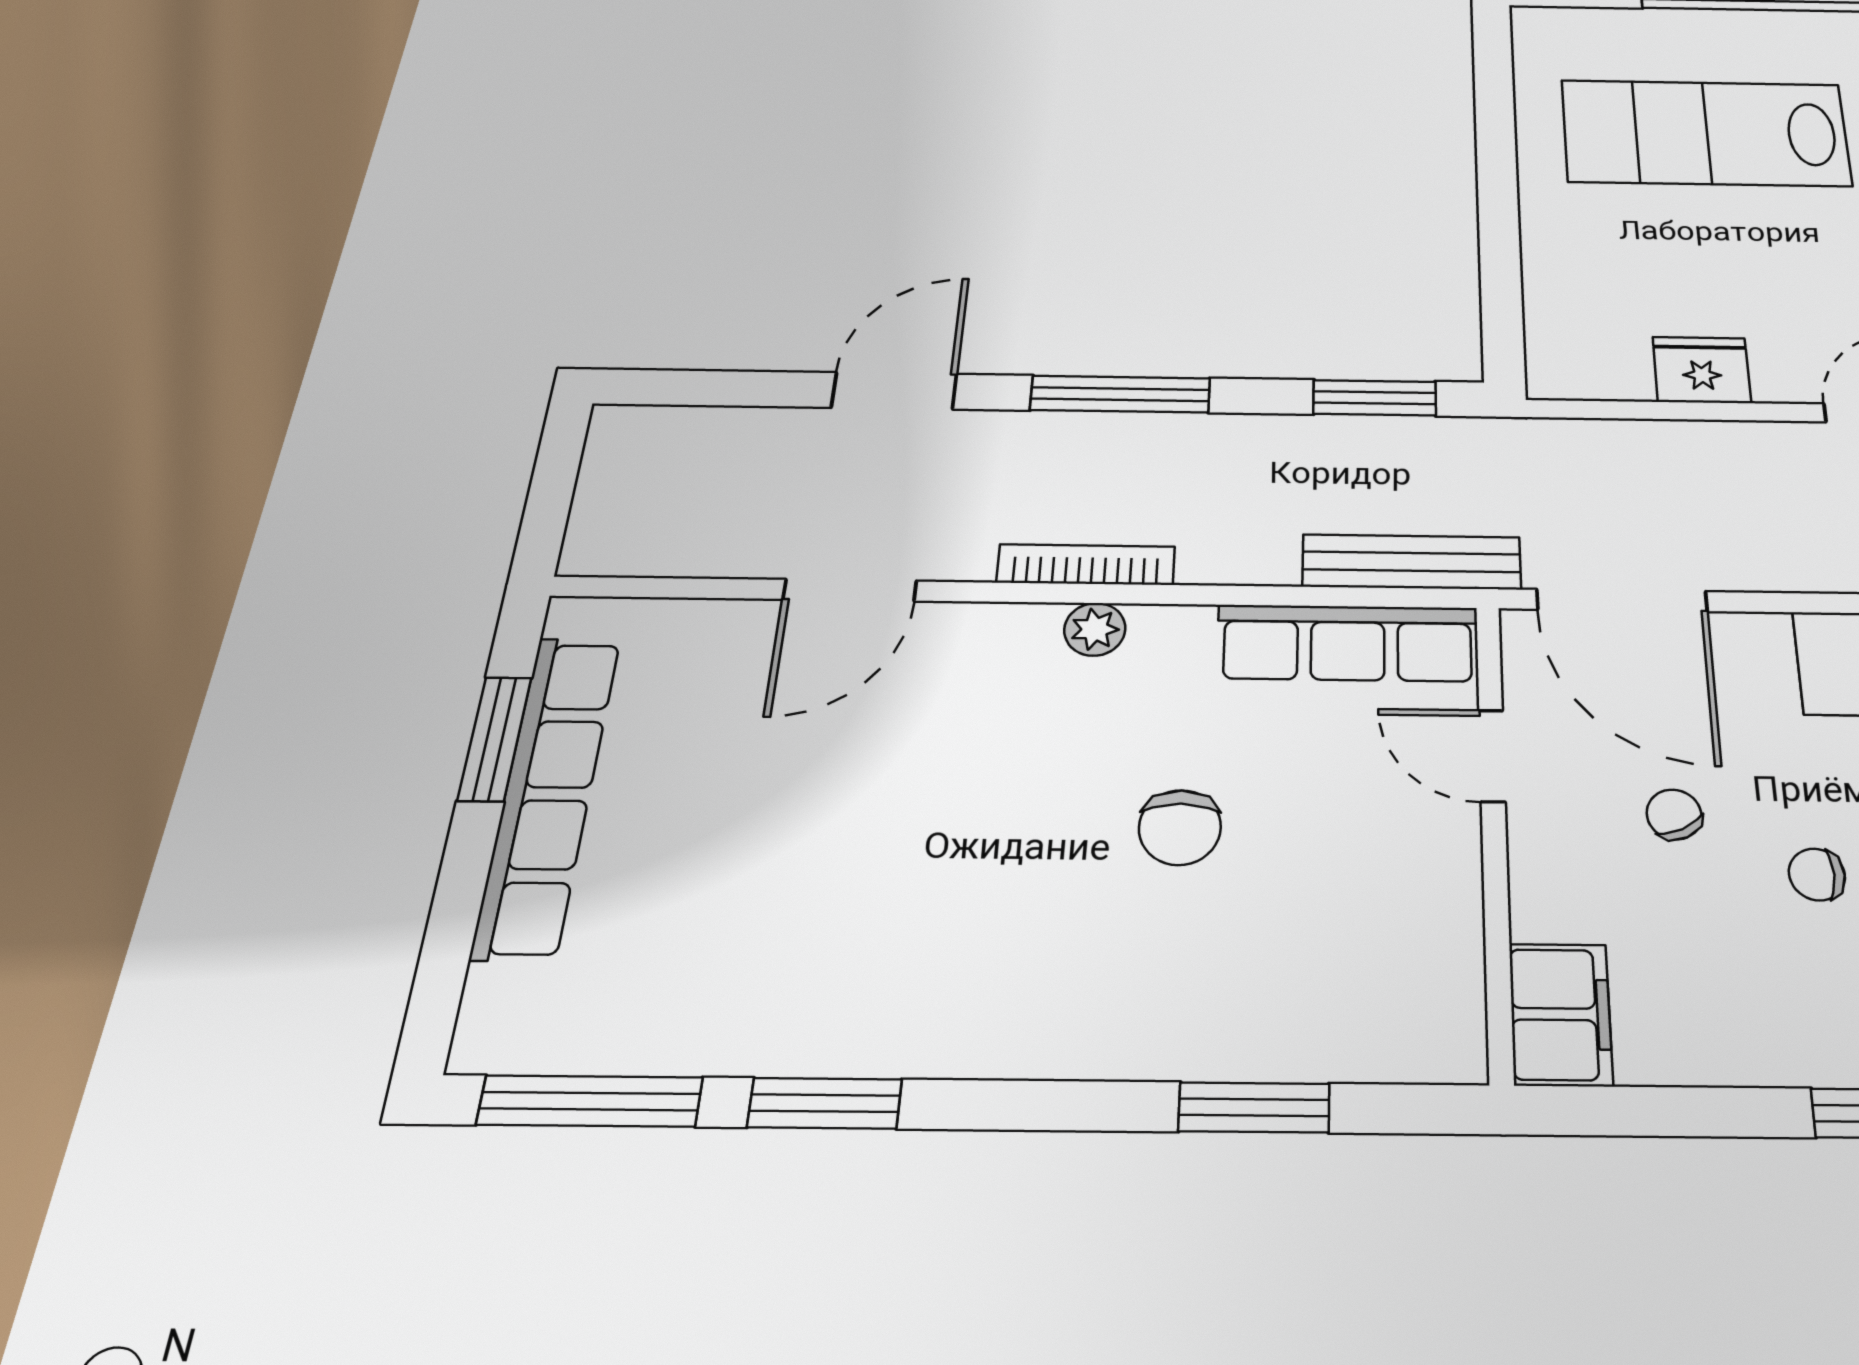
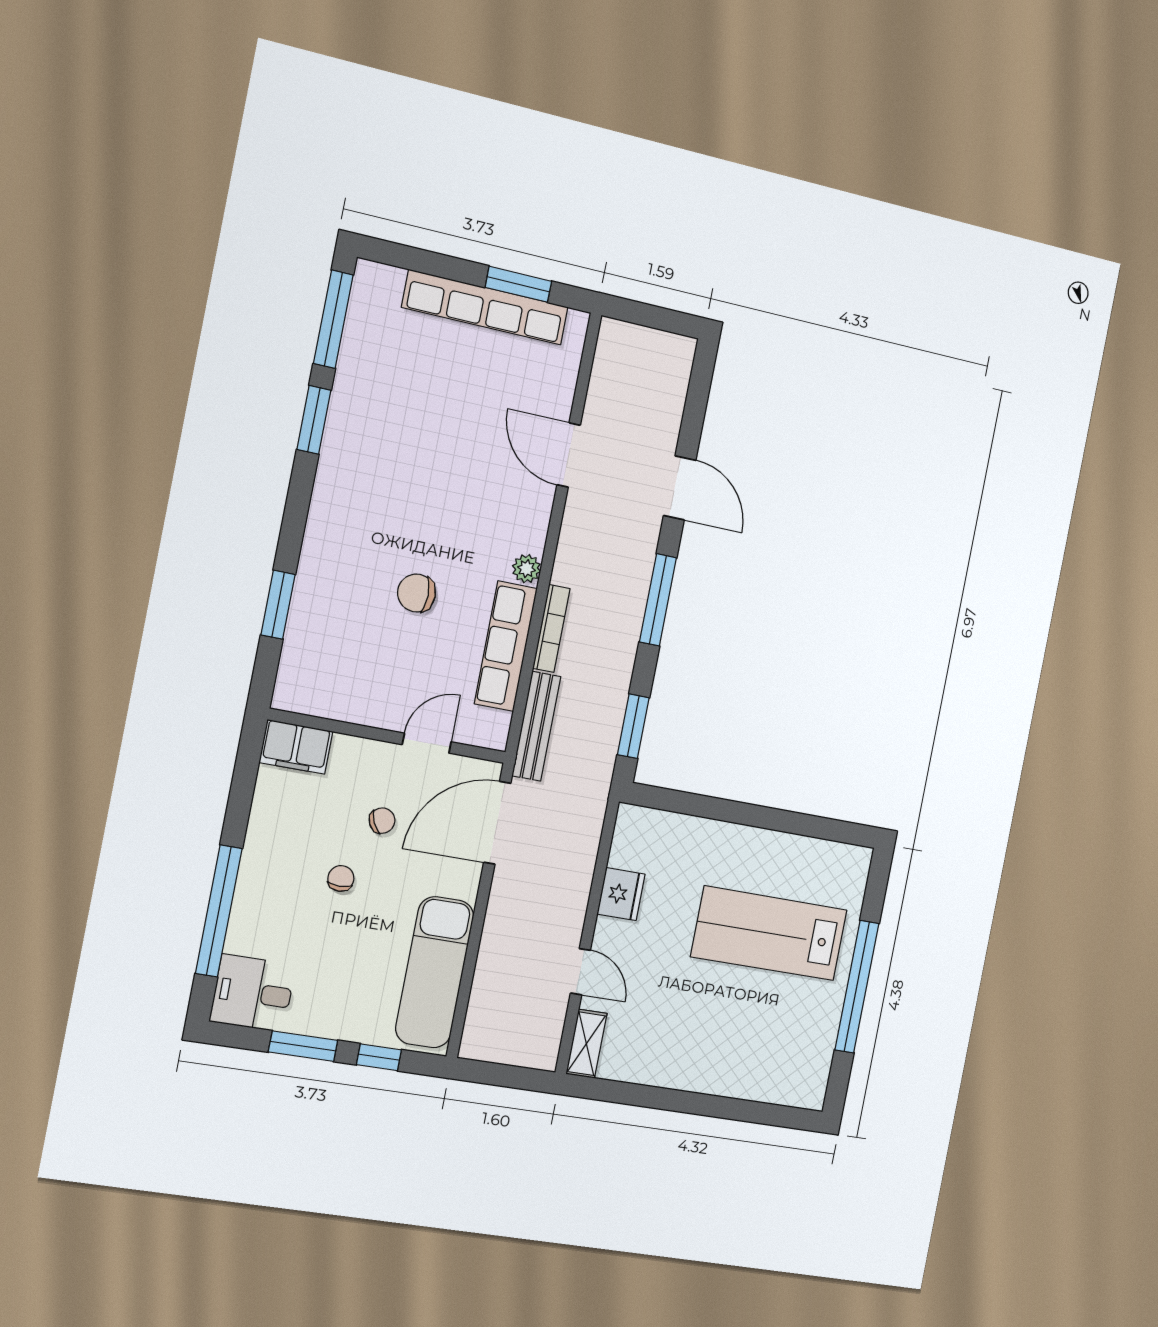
lab bench: (1705, 133) -> (769, 933), turned -90
bookcase: (1086, 565) -> (551, 628), moved
row of seats: (1348, 643) -> (506, 646), moved

